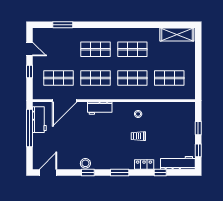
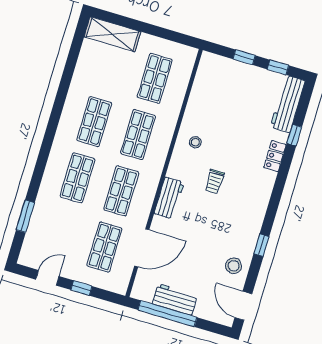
shelving: (177, 34) -> (112, 34), moved, turned 90
door: (65, 101) -> (142, 248), hinge flipped
workbench: (39, 120) -> (175, 299), moved
trolley: (138, 136) -> (214, 181), moved
stool: (85, 163) -> (234, 266), moved
window: (120, 172) -> (276, 197), removed

